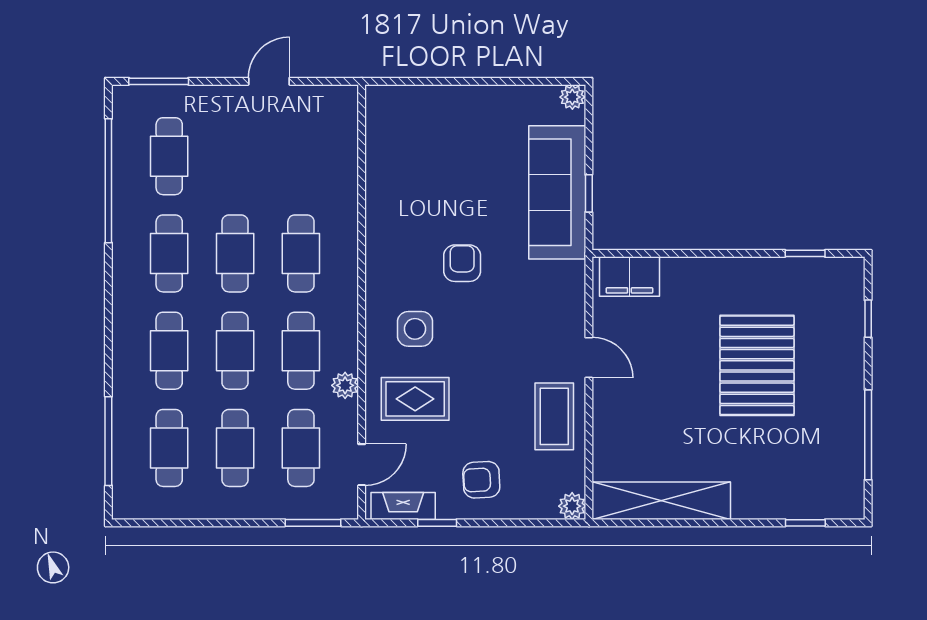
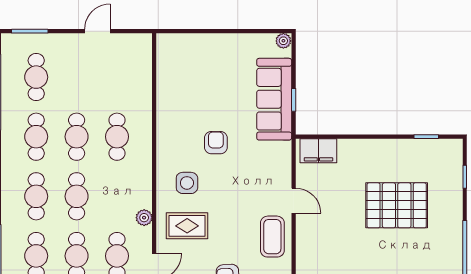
cafe table: (301, 351) -> (117, 196), removed
pallet: (757, 365) -> (397, 205), turned 90

